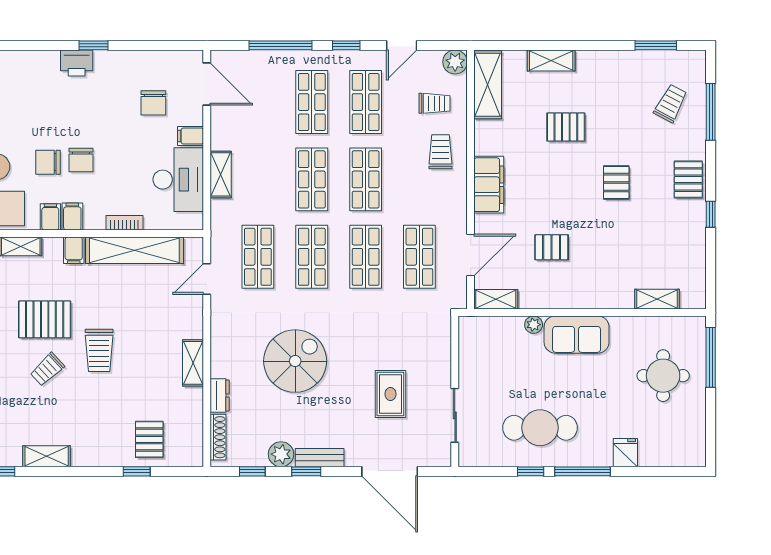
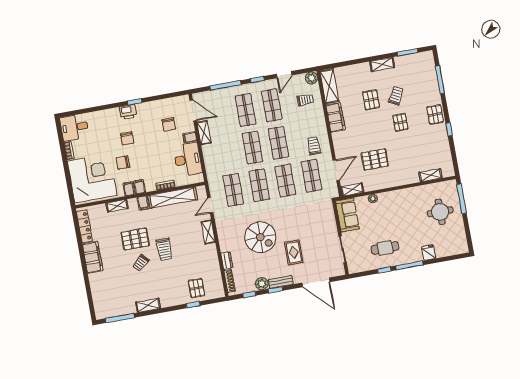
shelving: (551, 60) -> (382, 64), moved
trolley: (671, 103) -> (396, 96), moved
pallet: (566, 127) -> (371, 100), turned 90
trolley: (441, 152) -> (314, 146), moved
chair: (81, 160) -> (127, 138), moved
shelving: (221, 174) -> (204, 133), moved
filing cabinet: (489, 185) -> (336, 117), moved
pallet: (552, 247) -> (375, 159), width x1.50, depth x1.42
sofa: (577, 335) -> (347, 215), moved, turned -90
spiral stairs: (295, 361) -> (260, 237), turned 90
shelving: (193, 363) -> (208, 232), moved
rug: (390, 394) -> (294, 252), moved
cafe table: (540, 428) -> (385, 248), width x0.73, depth x0.74

